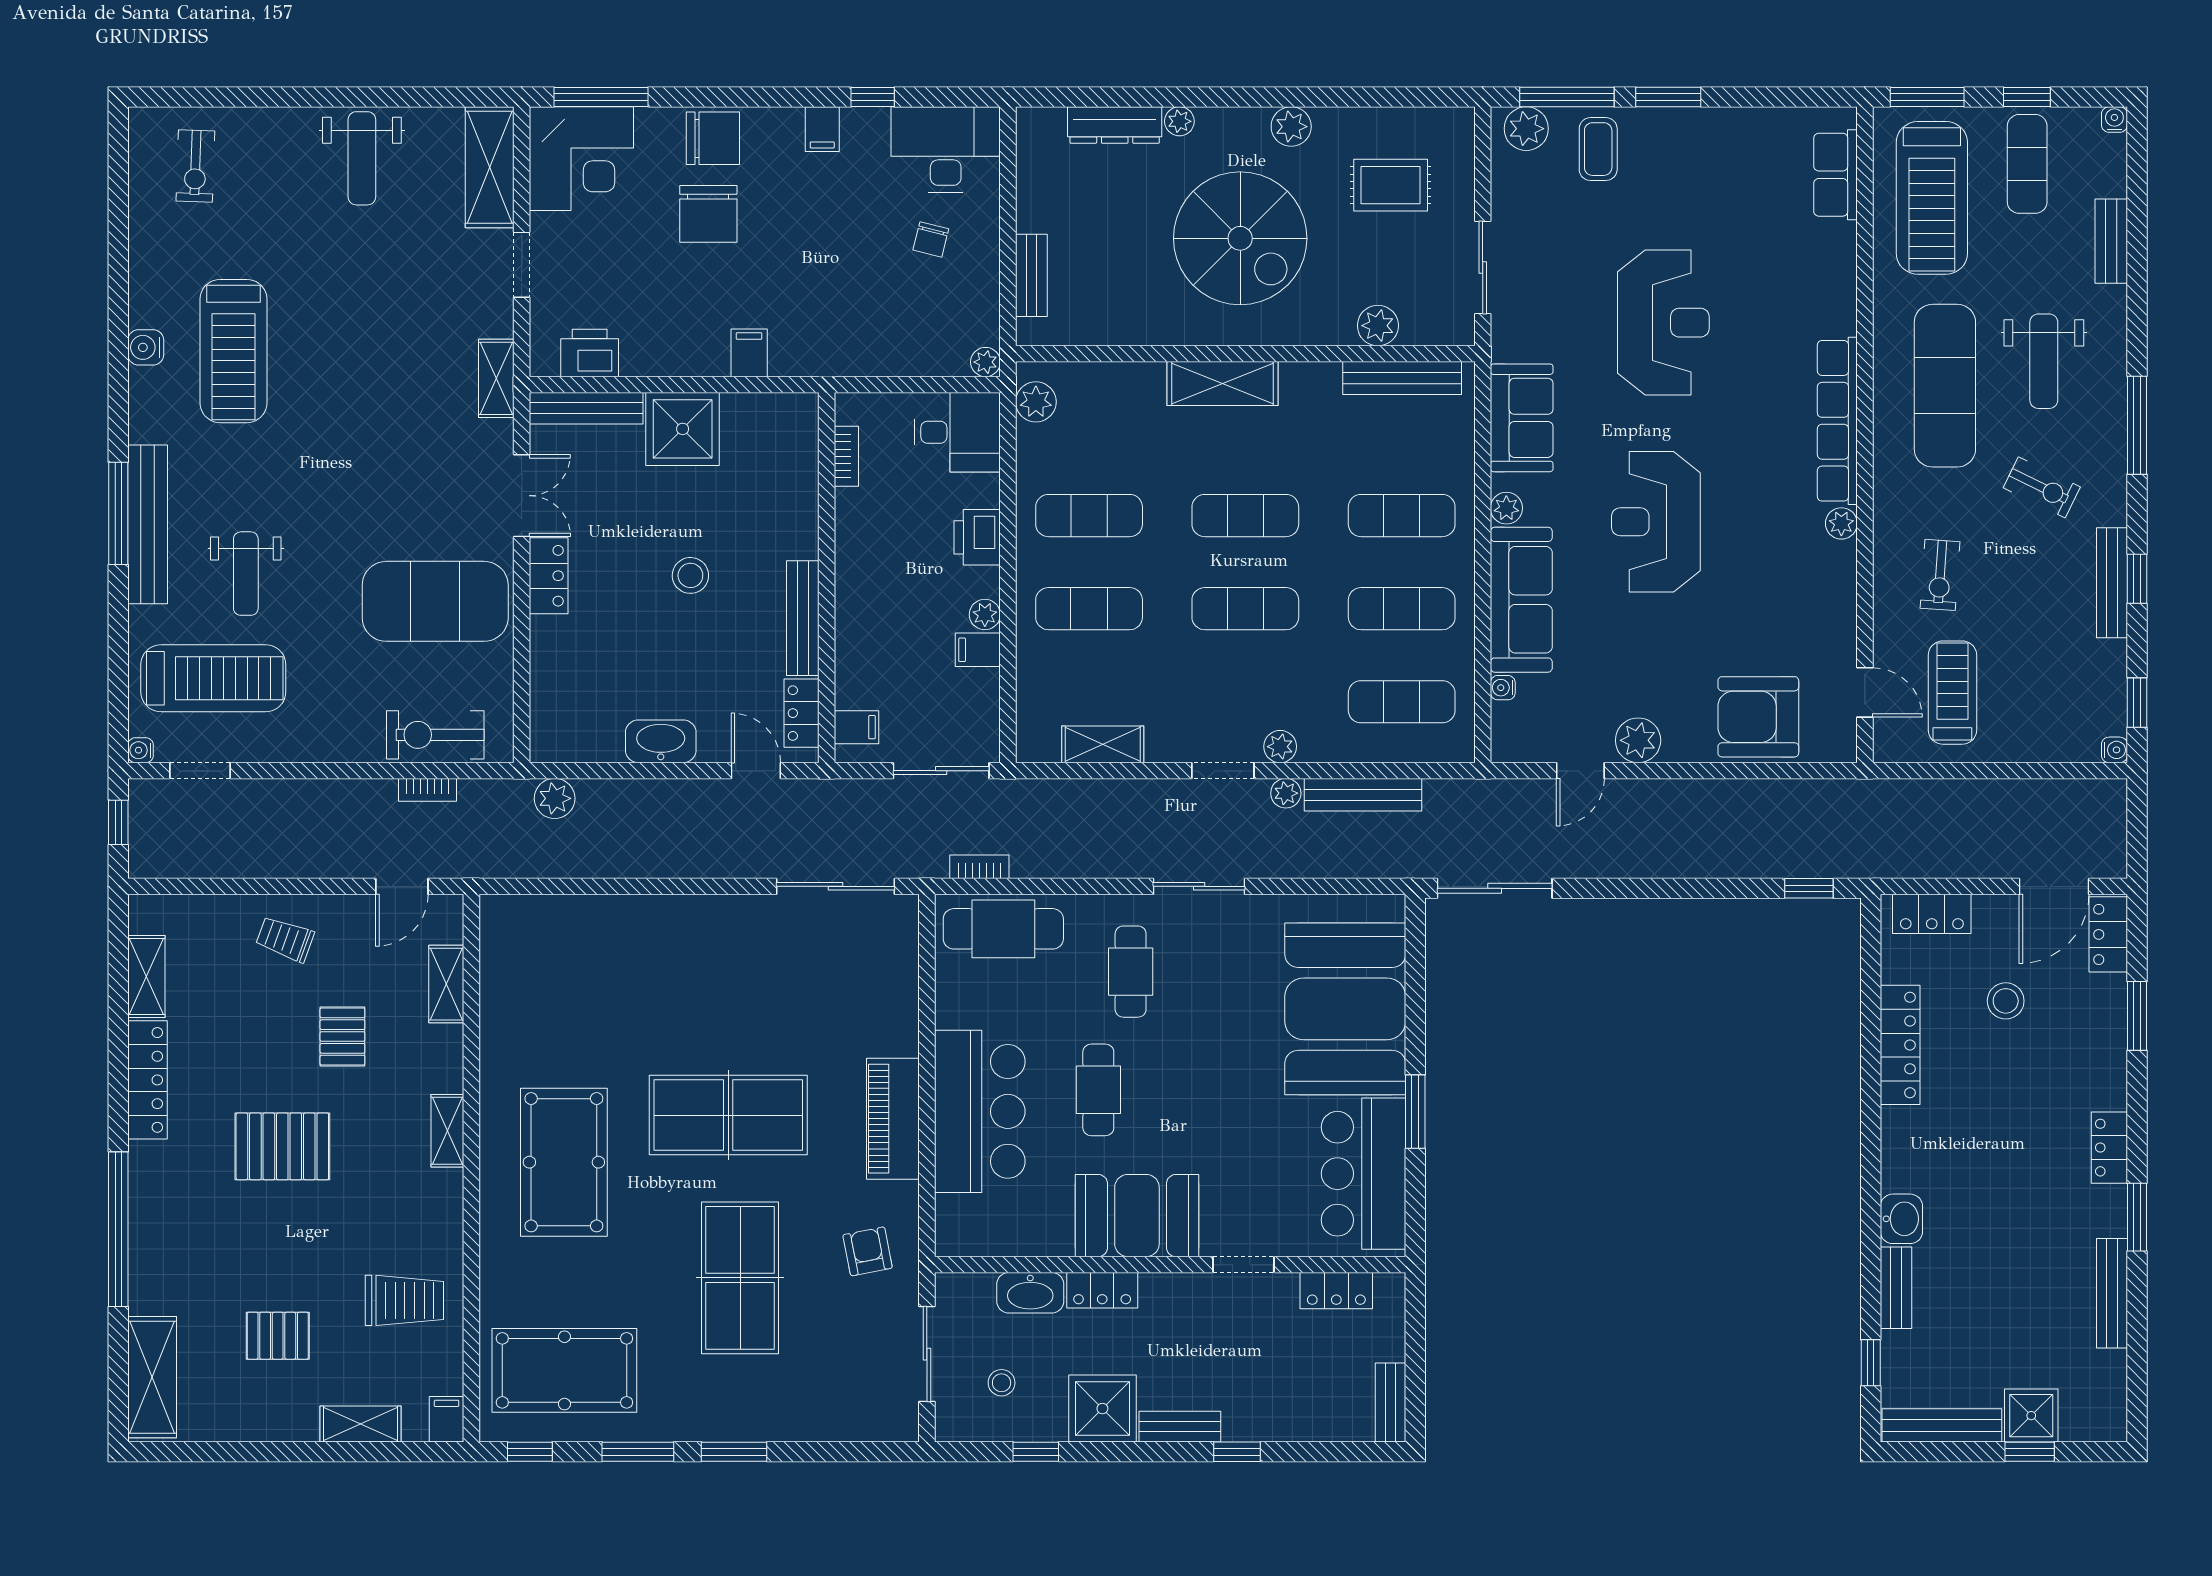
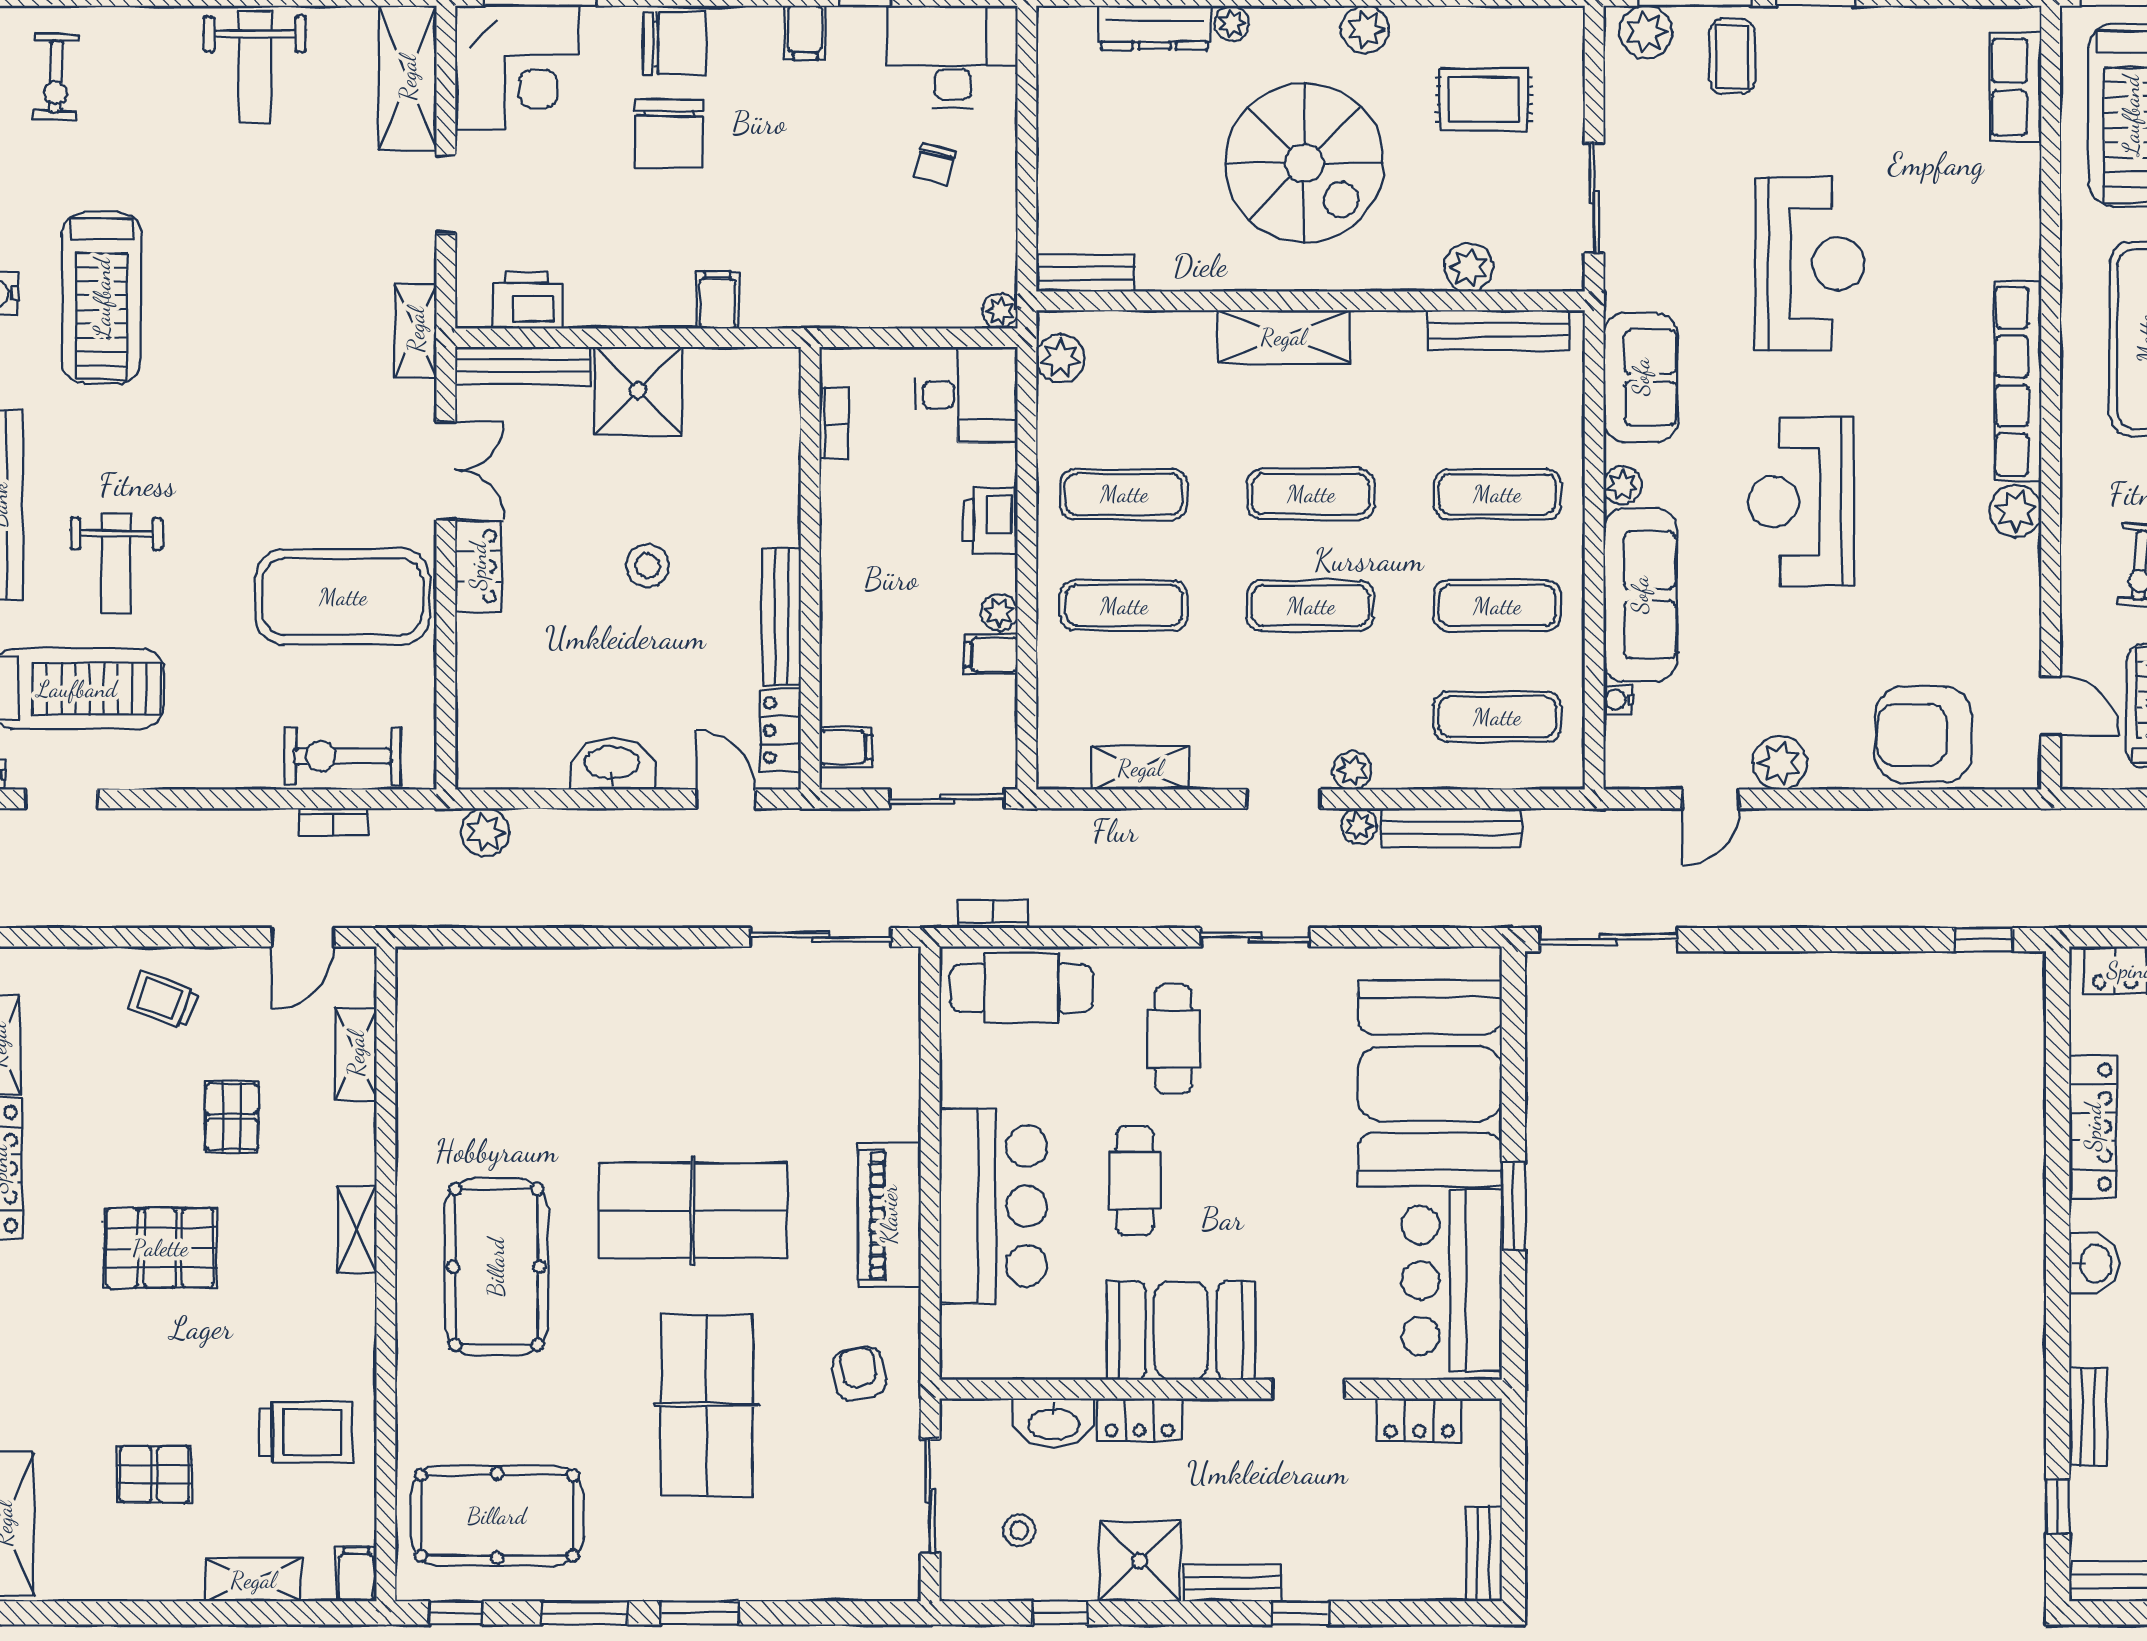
bench: (1031, 275) -> (1085, 273), moved, turned 90
plant: (1841, 523) -> (2015, 511), width x1.38, depth x1.38
washbasin: (1901, 1219) -> (2094, 1264), moved

